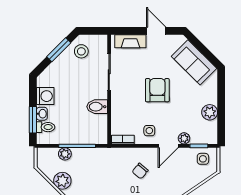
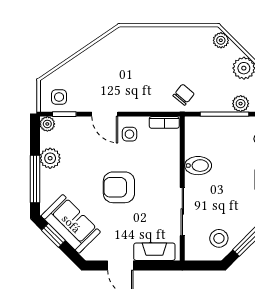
window: (207, 54) -> (53, 235), added
armchair: (157, 90) -> (119, 187), turned 90
window: (221, 96) -> (35, 179), added
plant: (184, 138) -> (47, 124), moved
door: (168, 146) -> (105, 114), swing flipped
chair: (140, 171) -> (184, 95), moved

